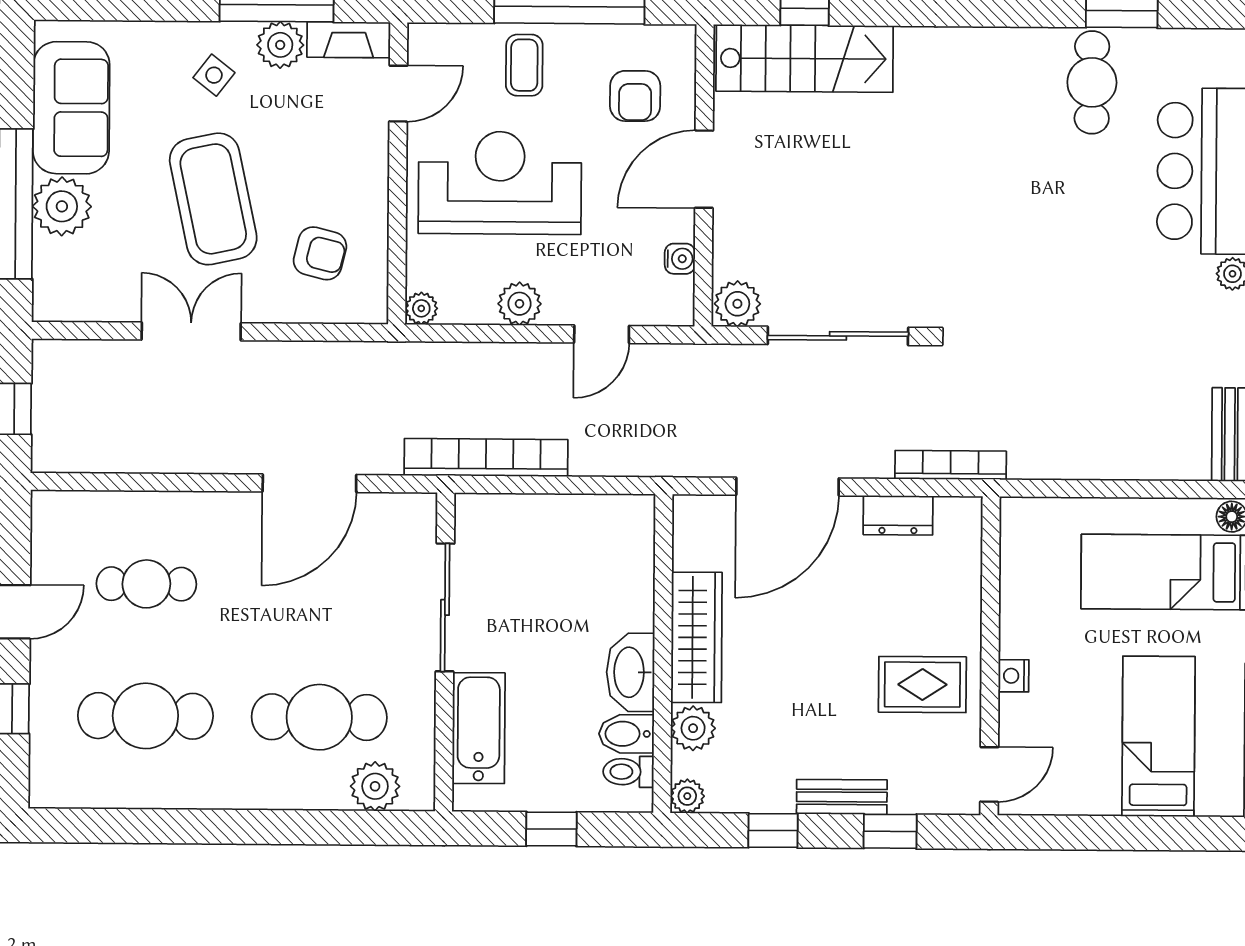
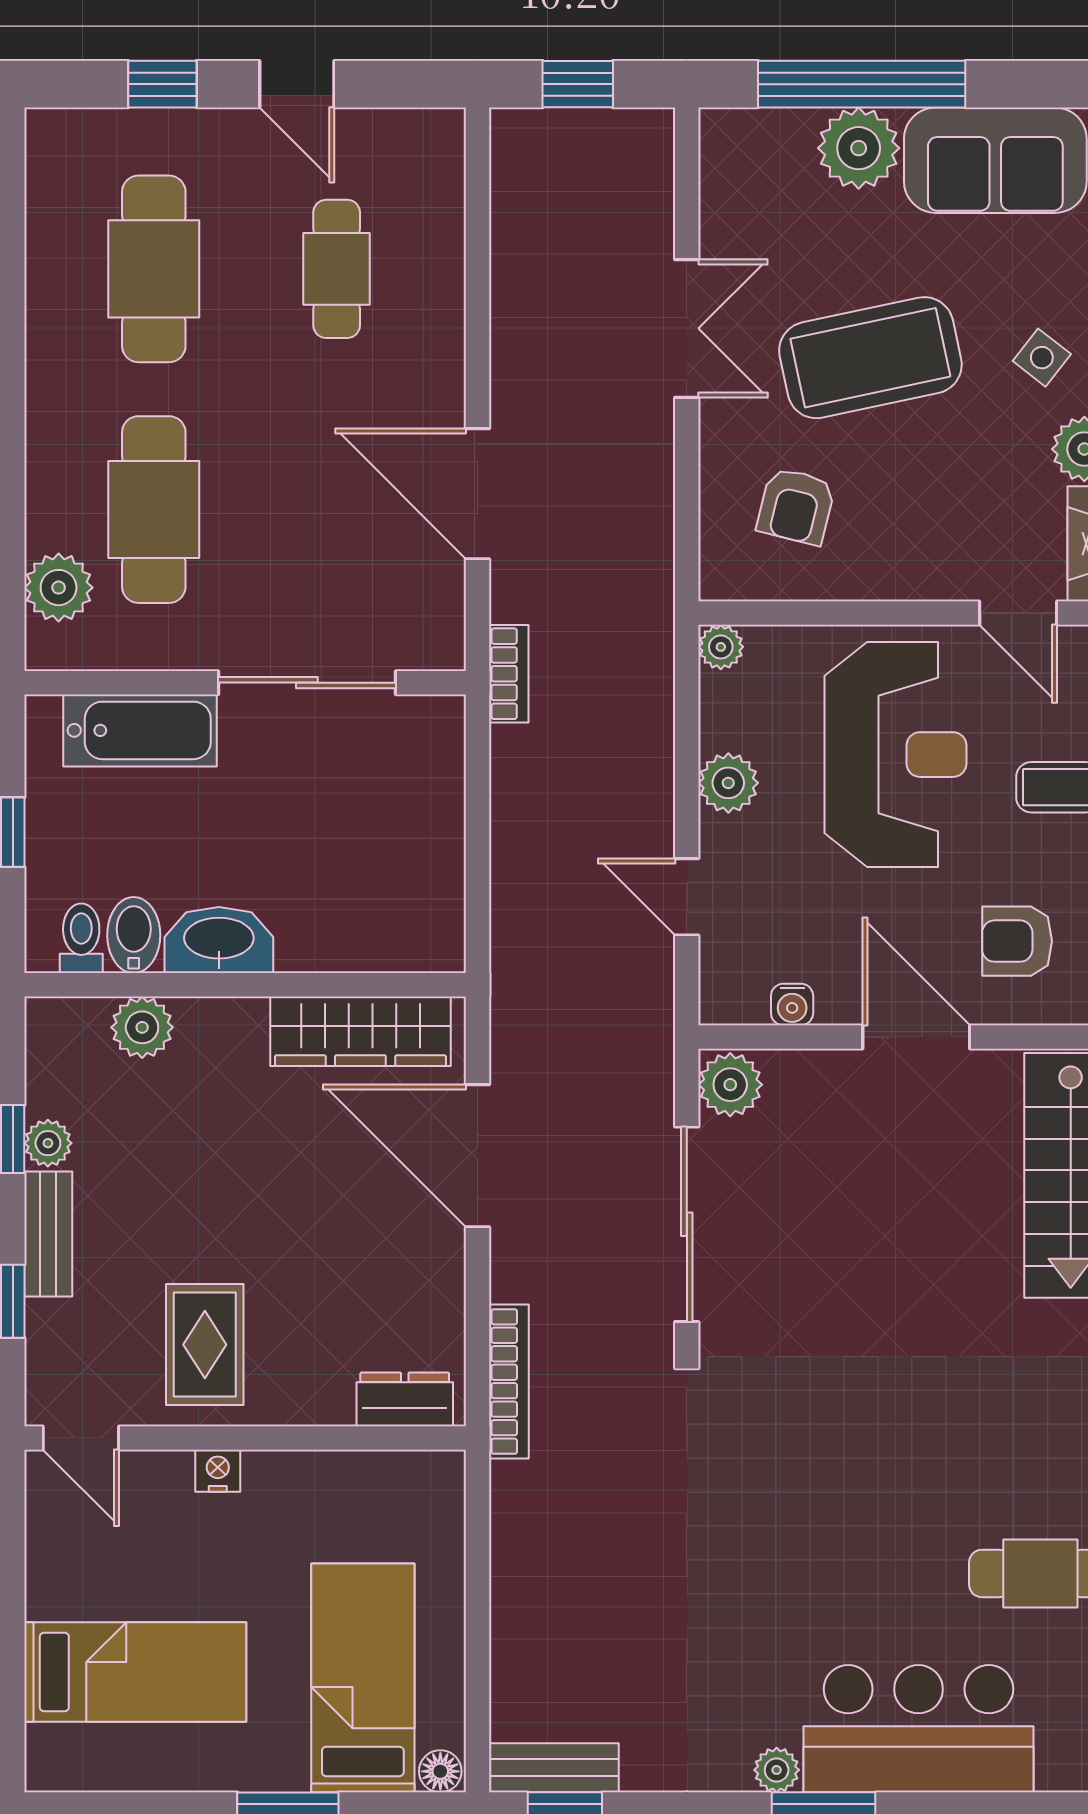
bookcase: (486, 458) -> (509, 674), width x0.43, depth x0.76
dresser: (898, 515) -> (405, 1399), moved, turned 90
wardrobe: (697, 637) -> (360, 1031), moved
plant: (687, 796) -> (48, 1143), moved

